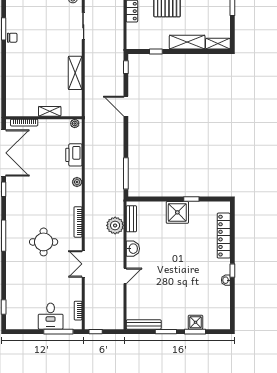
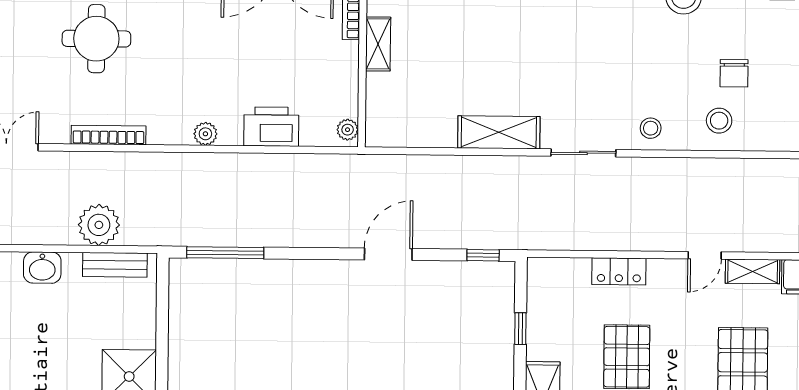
shelving: (75, 73) -> (499, 132), moved
shelving: (50, 111) -> (378, 44), moved
round table: (44, 242) -> (96, 39), moved

